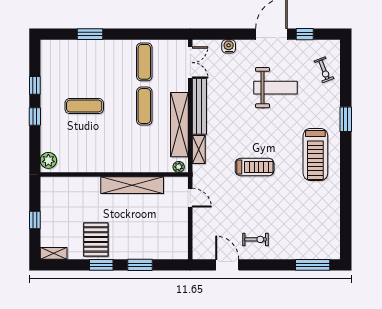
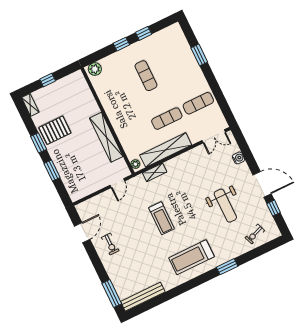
bench: (199, 106) -> (143, 297), moved

